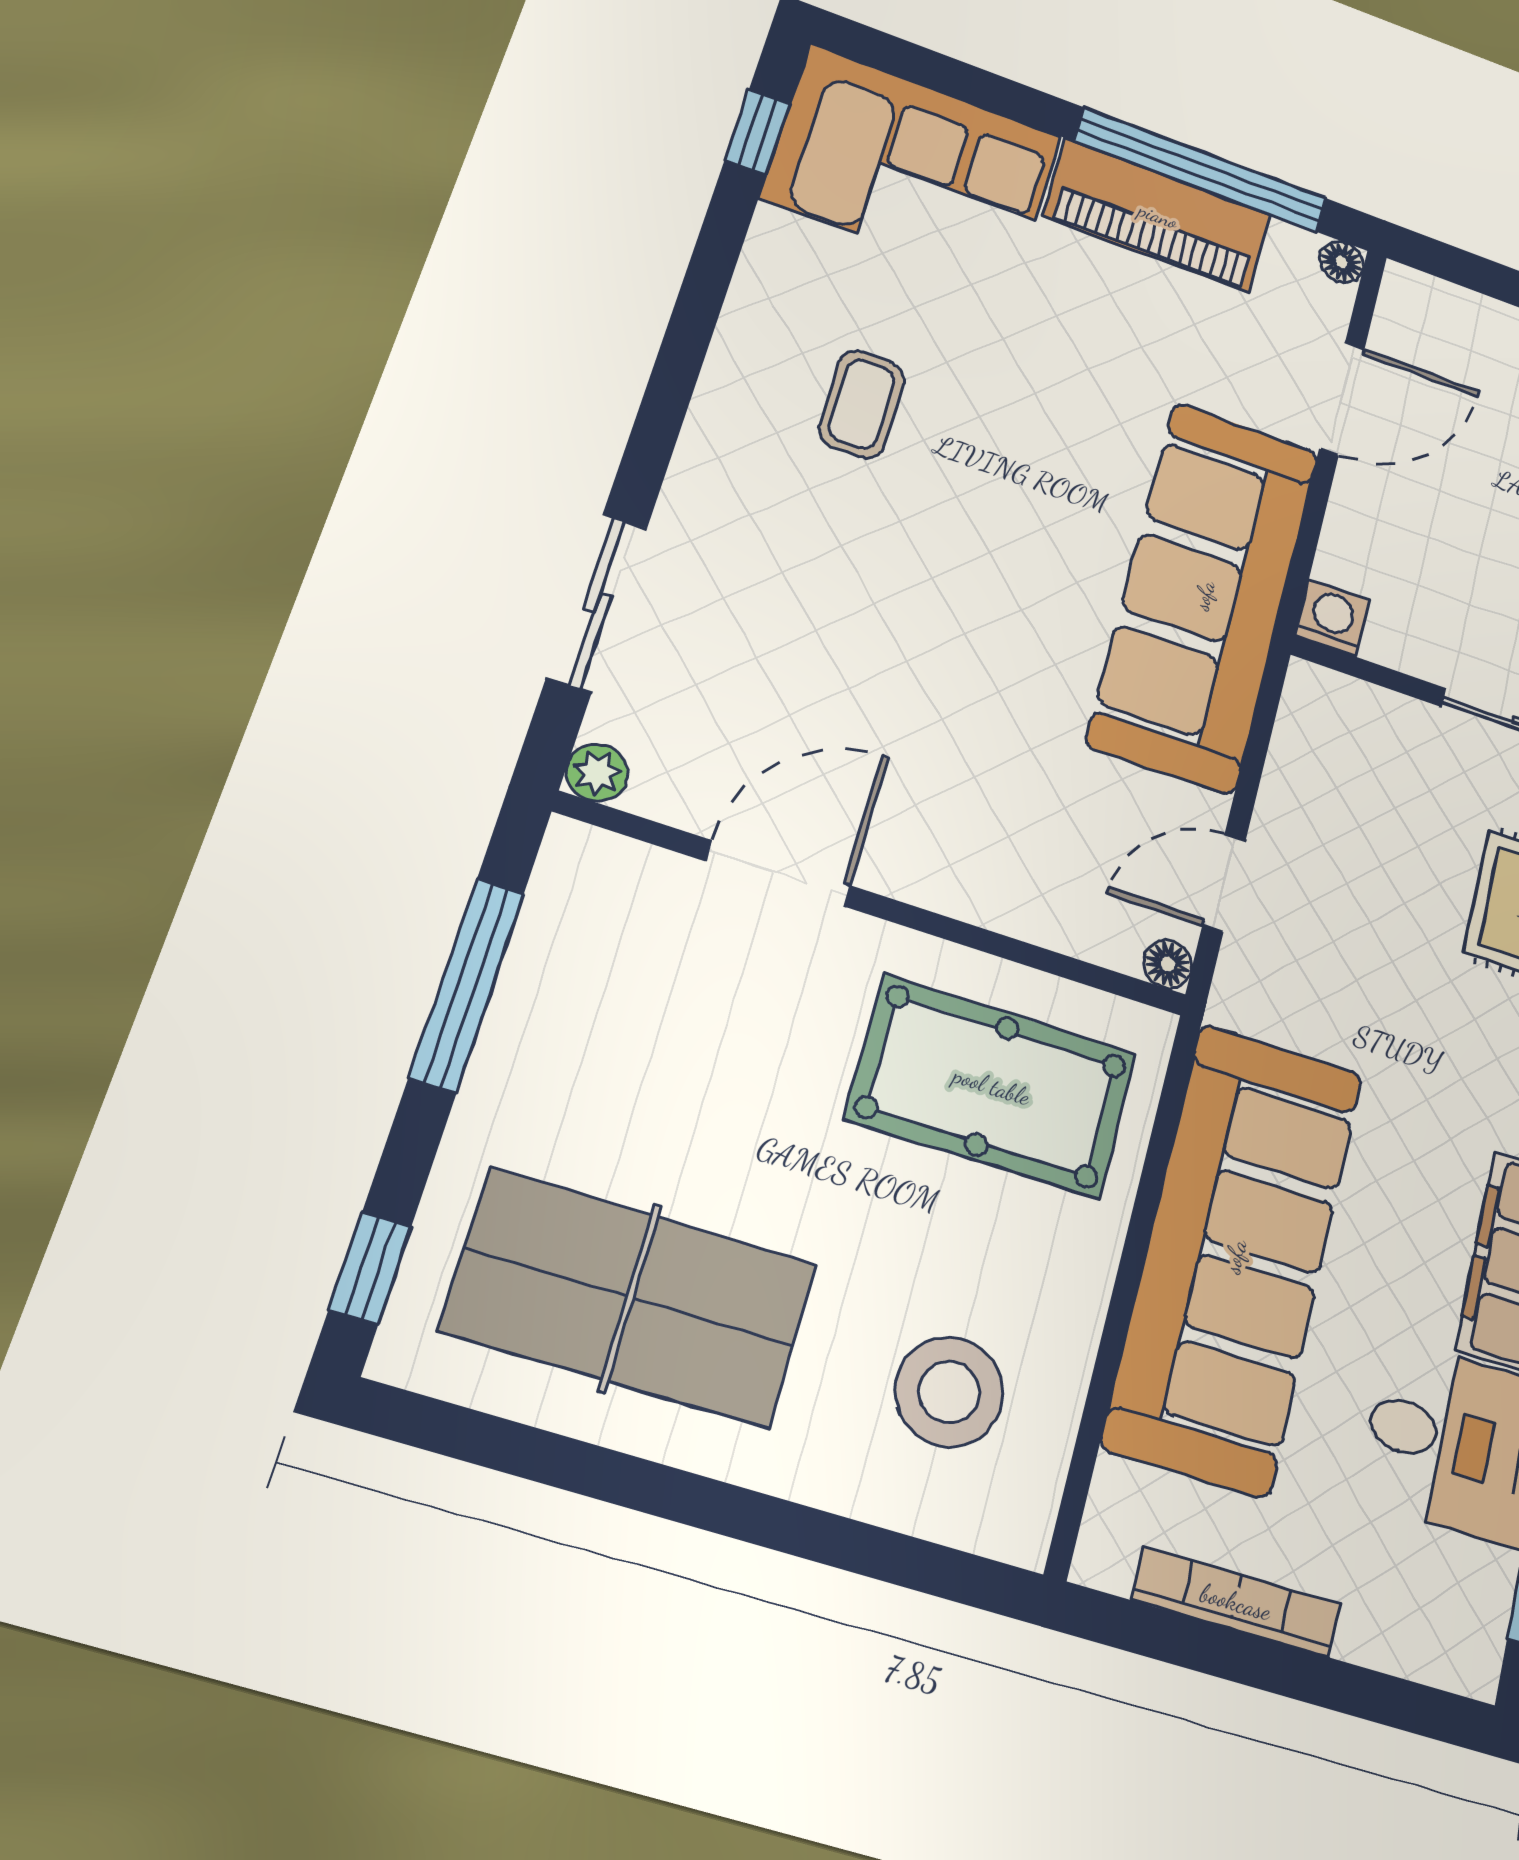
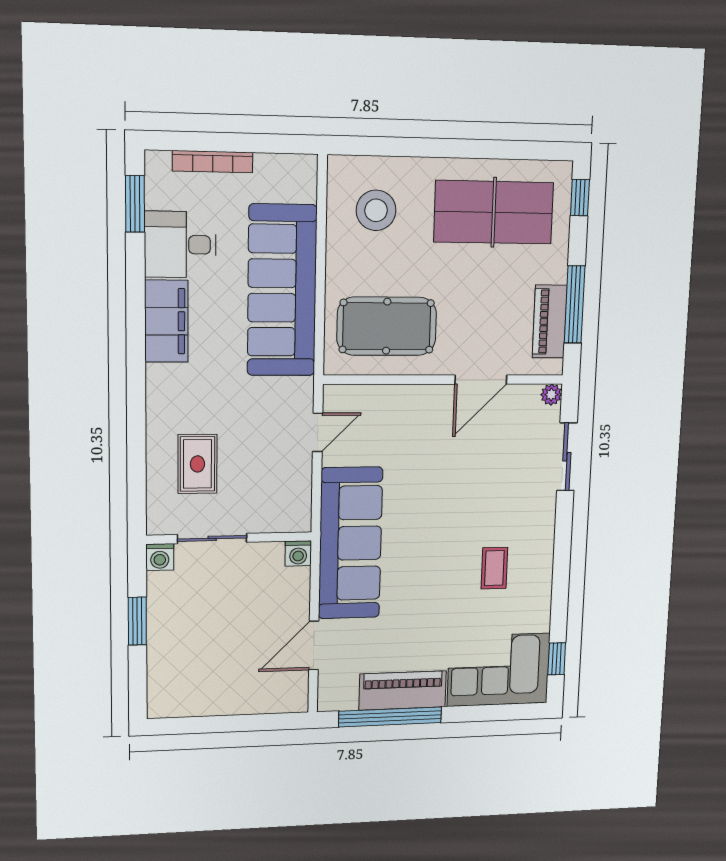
floor lamp: (1342, 262) -> (326, 703), removed
piano: (550, 962) -> (550, 322), added
floor lamp: (1168, 964) -> (332, 394), removed
bookcase: (1236, 1602) -> (213, 162), moved

